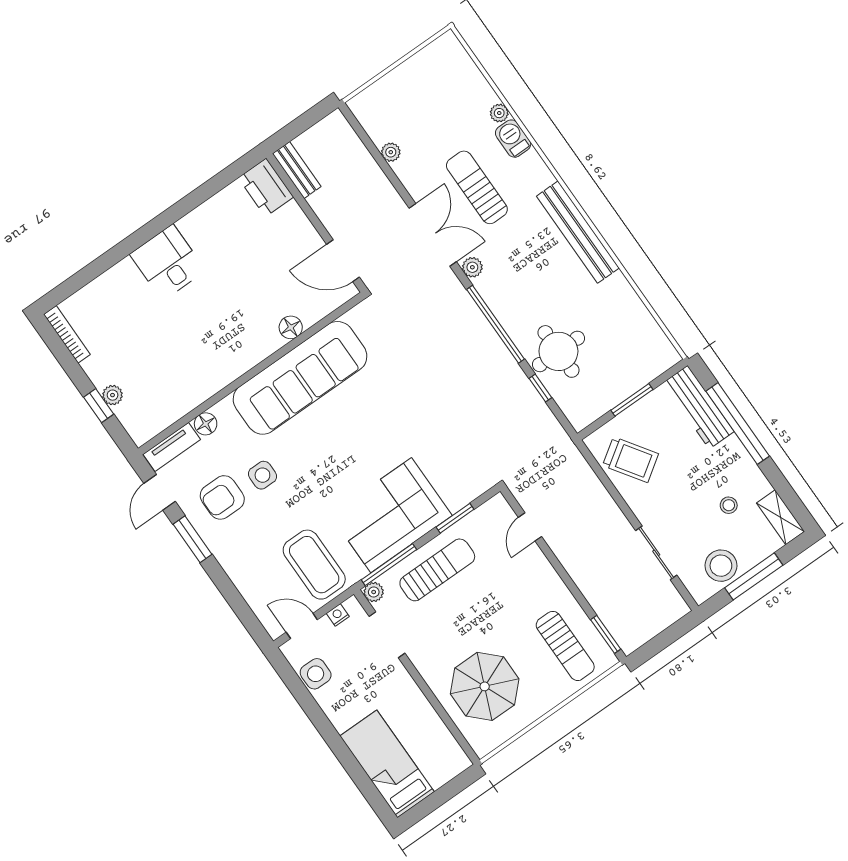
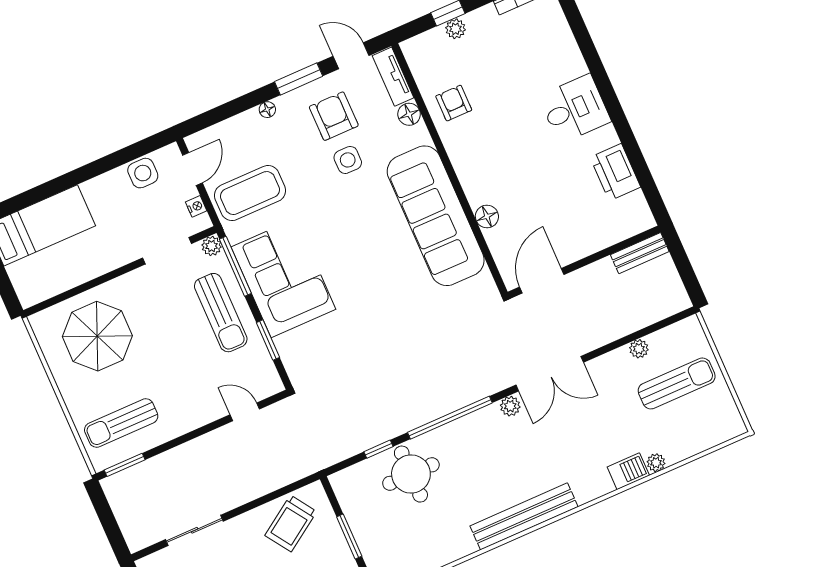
printer: (266, 187) -> (615, 172), moved, turned -90
sun lounger: (477, 187) -> (677, 383), moved
armchair: (186, 382) -> (454, 103), added
floor lamp: (229, 564) -> (267, 110), added

